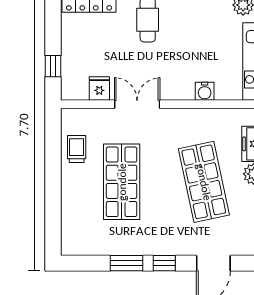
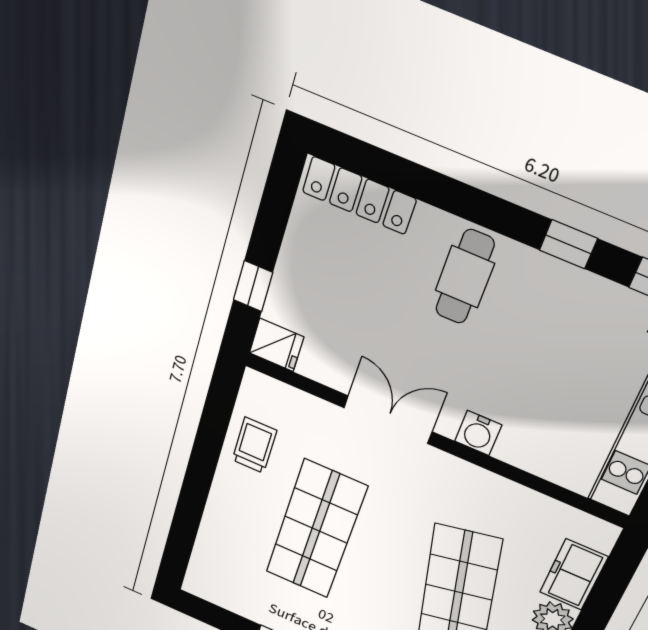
fridge: (99, 88) -> (277, 345), moved, turned 90
water cooler: (205, 91) -> (478, 433), moved

